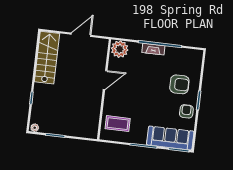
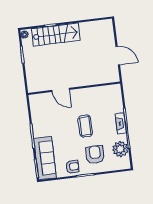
plant: (120, 49) -> (120, 149), moved
stairs: (47, 58) -> (56, 34), moved
door: (105, 80) -> (61, 90), moved
armchair: (179, 84) -> (95, 155), turned 180
coffee table: (118, 124) -> (85, 126), moved

